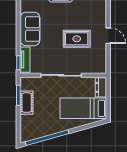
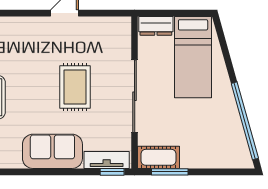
rug: (77, 39) -> (75, 87), moved
cot: (27, 103) -> (159, 157), moved

